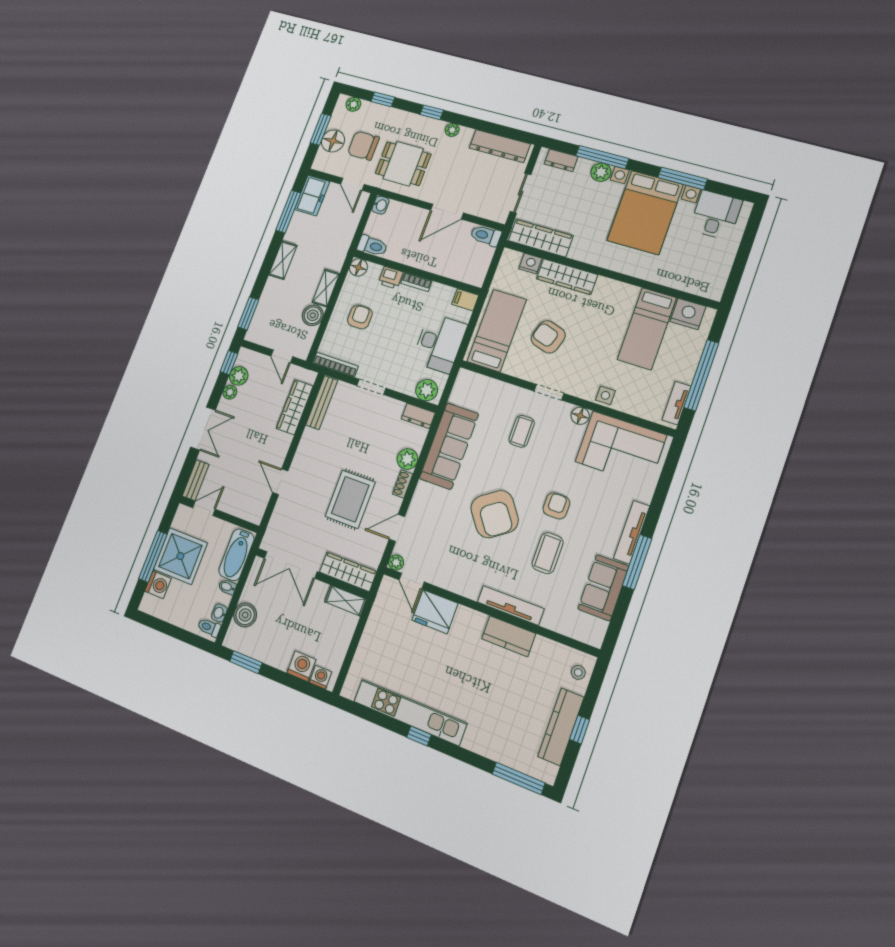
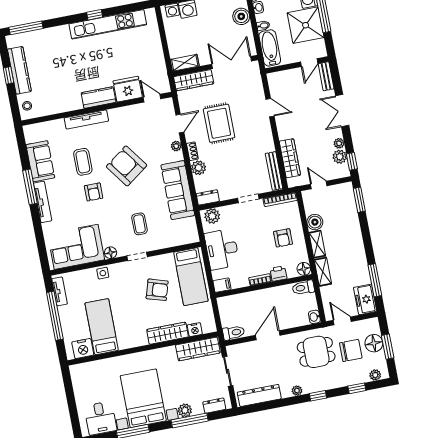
shelving: (283, 260) -> (323, 272), moved
plant: (396, 562) -> (176, 146), moved
kitchen counter: (509, 636) -> (99, 98), moved

